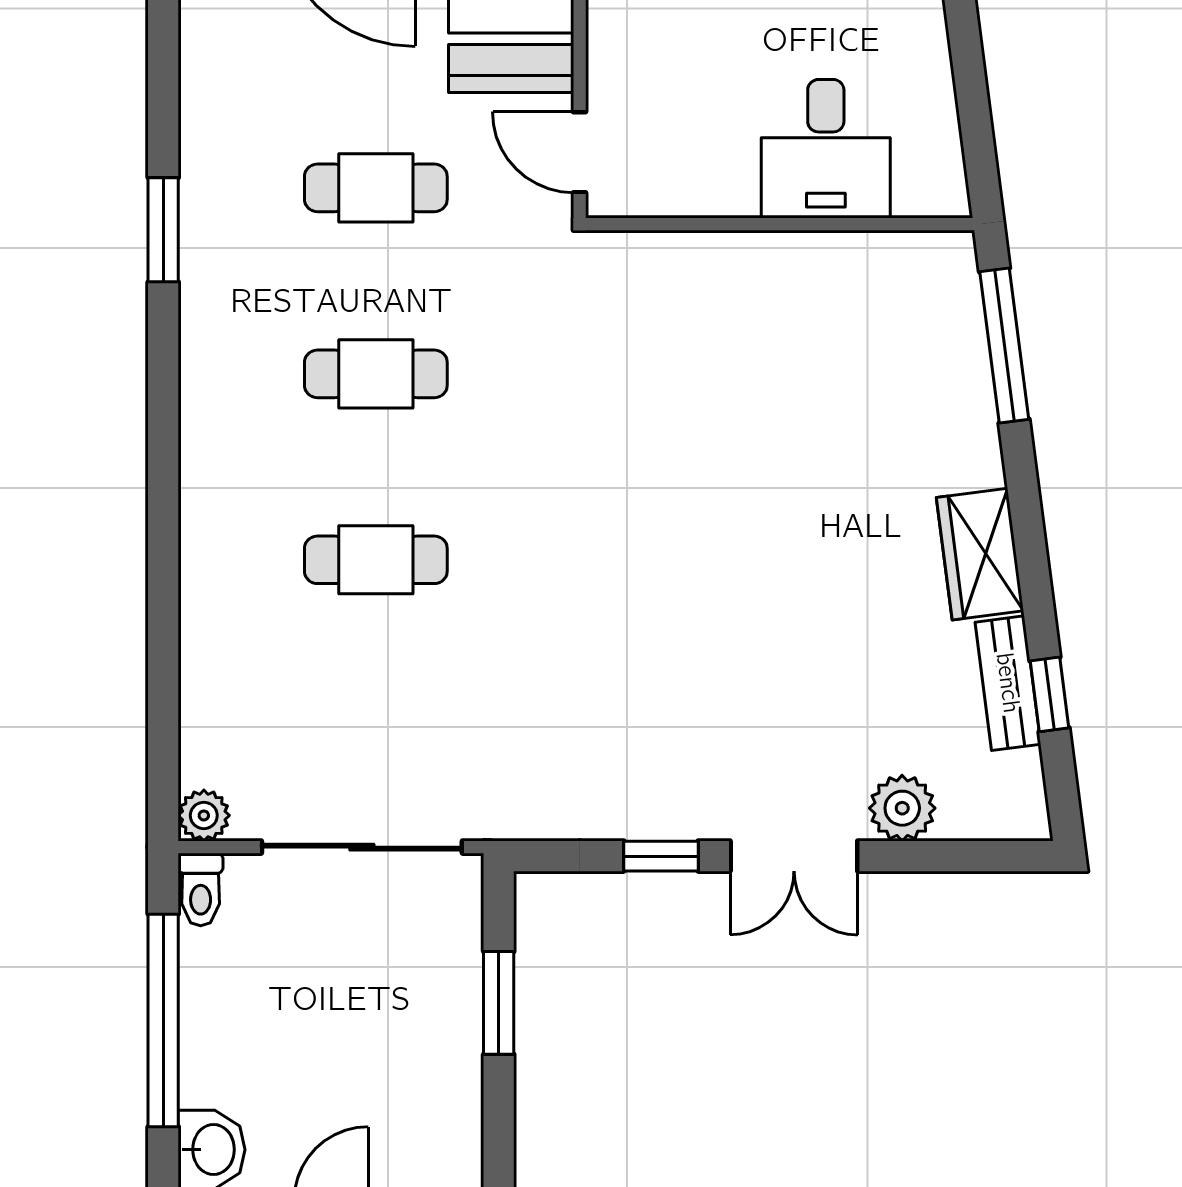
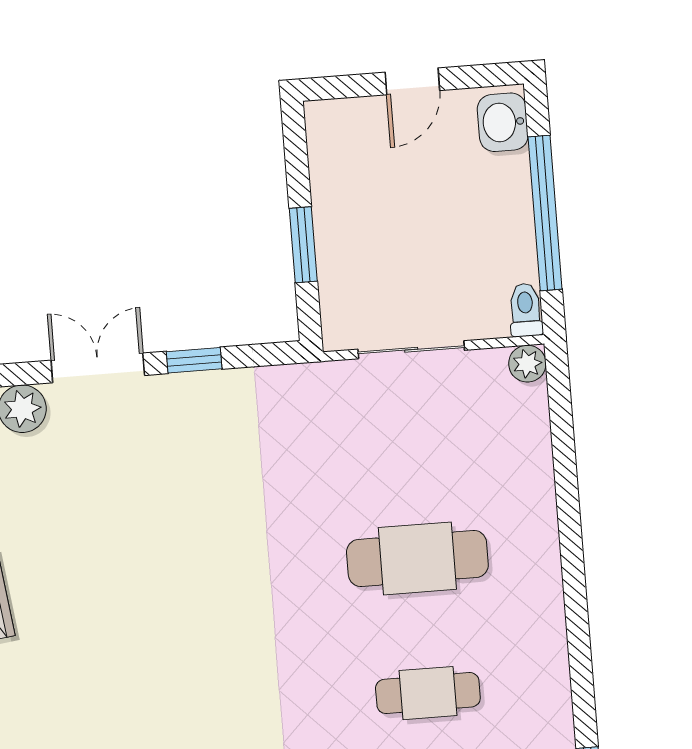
cafe table: (376, 560) -> (417, 558), width x1.37, depth x1.35
sliding door: (362, 847) -> (411, 350), width x0.73

